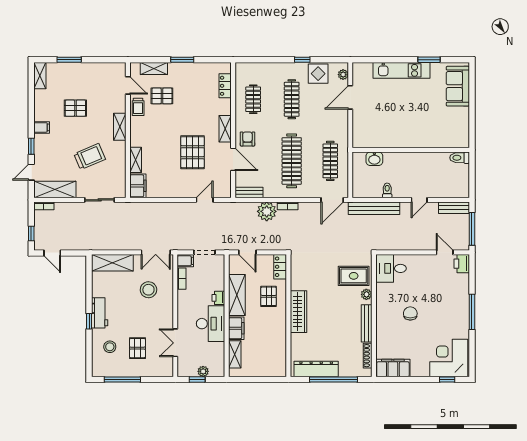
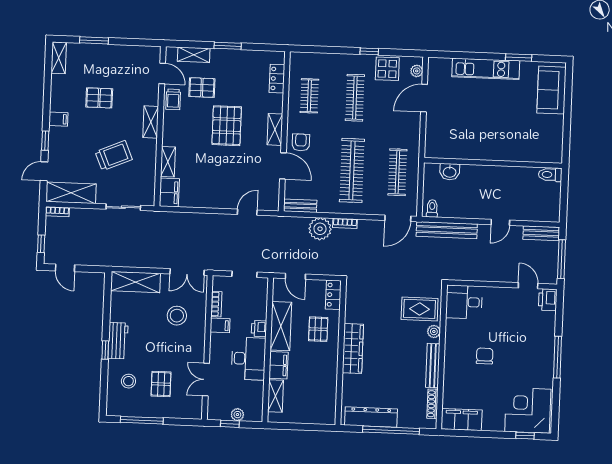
pallet: (192, 152) -> (227, 126), moved
toilet: (387, 190) -> (432, 208), moved
filing cabinet: (185, 261) -> (220, 325), moved

